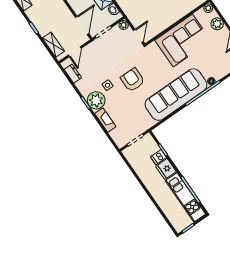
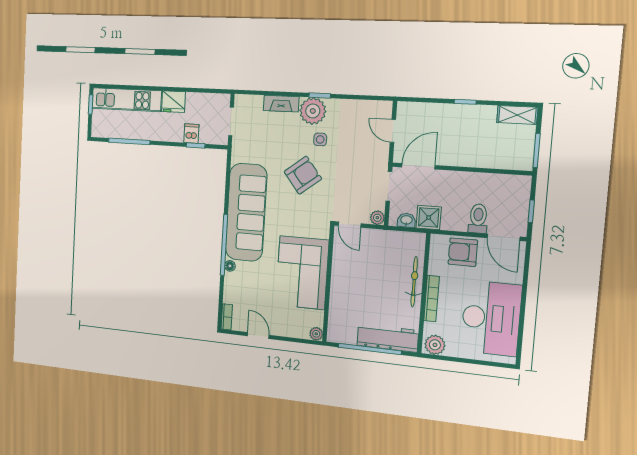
plant: (217, 24) -> (290, 328), removed
door: (82, 25) -> (418, 166), swing flipped
shelving: (53, 45) -> (423, 111), removed
dresser: (73, 74) -> (368, 107), removed
armchair: (133, 80) -> (303, 175), turned -38
fridge: (166, 169) -> (173, 102), moved, turned 180
kitchen unit: (185, 197) -> (126, 100), moved, turned 180

